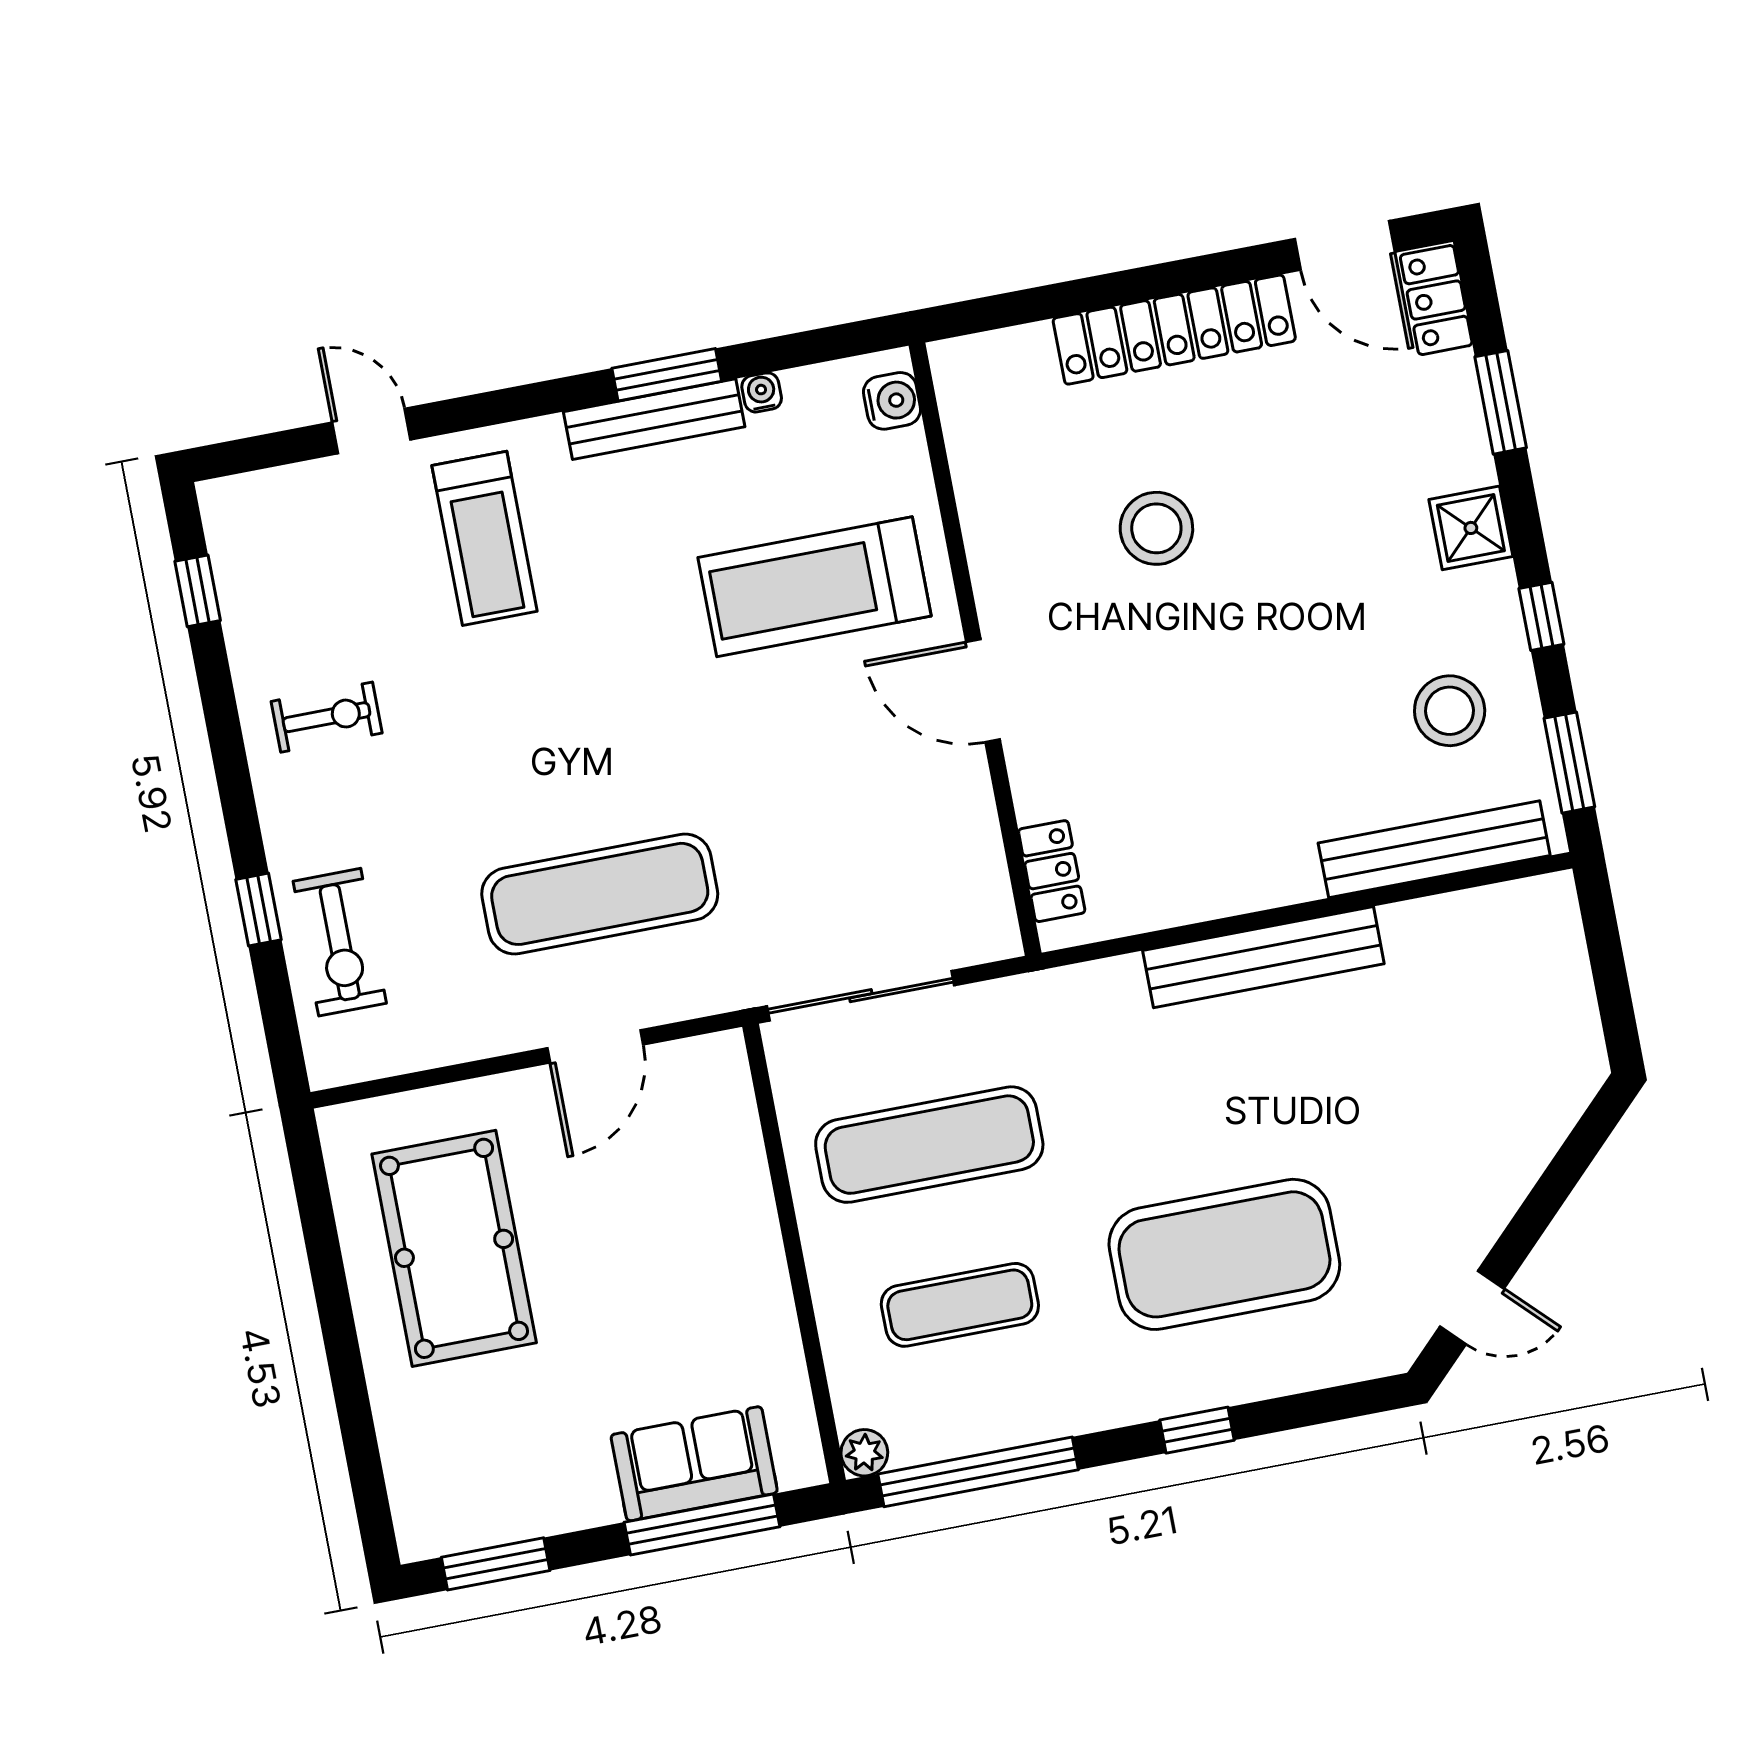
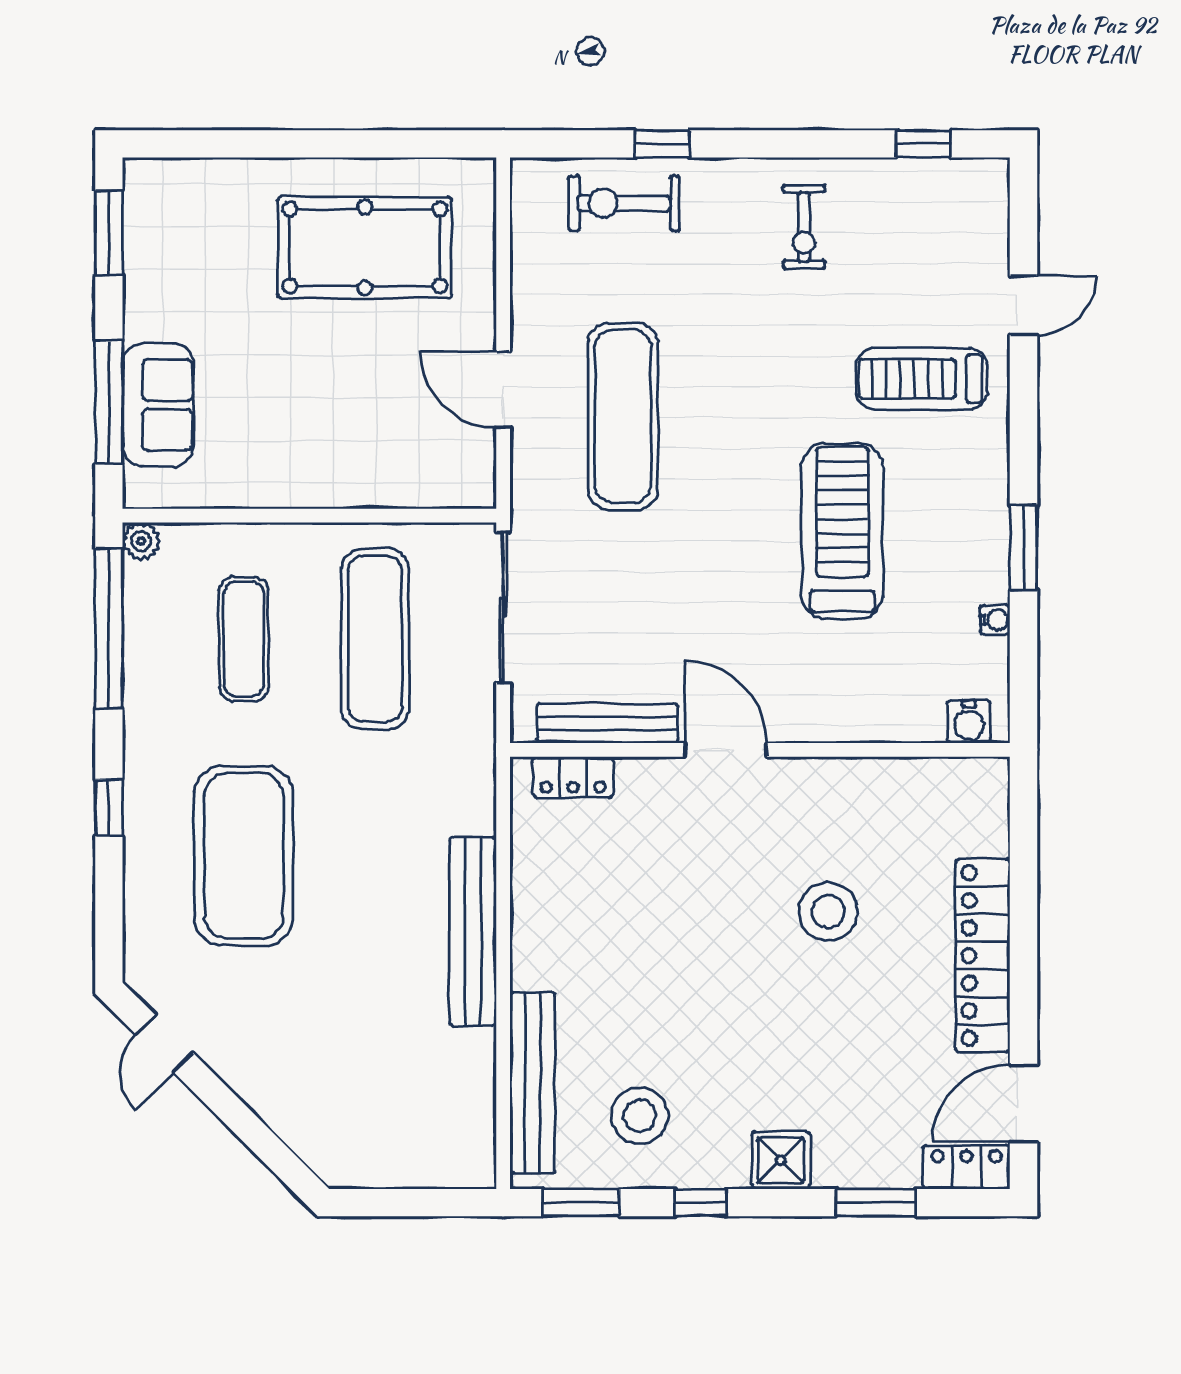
bench: (654, 419) -> (607, 723), moved, turned 90
treadmill: (815, 587) -> (842, 531), moved
door: (983, 691) -> (726, 750), hinge flipped

